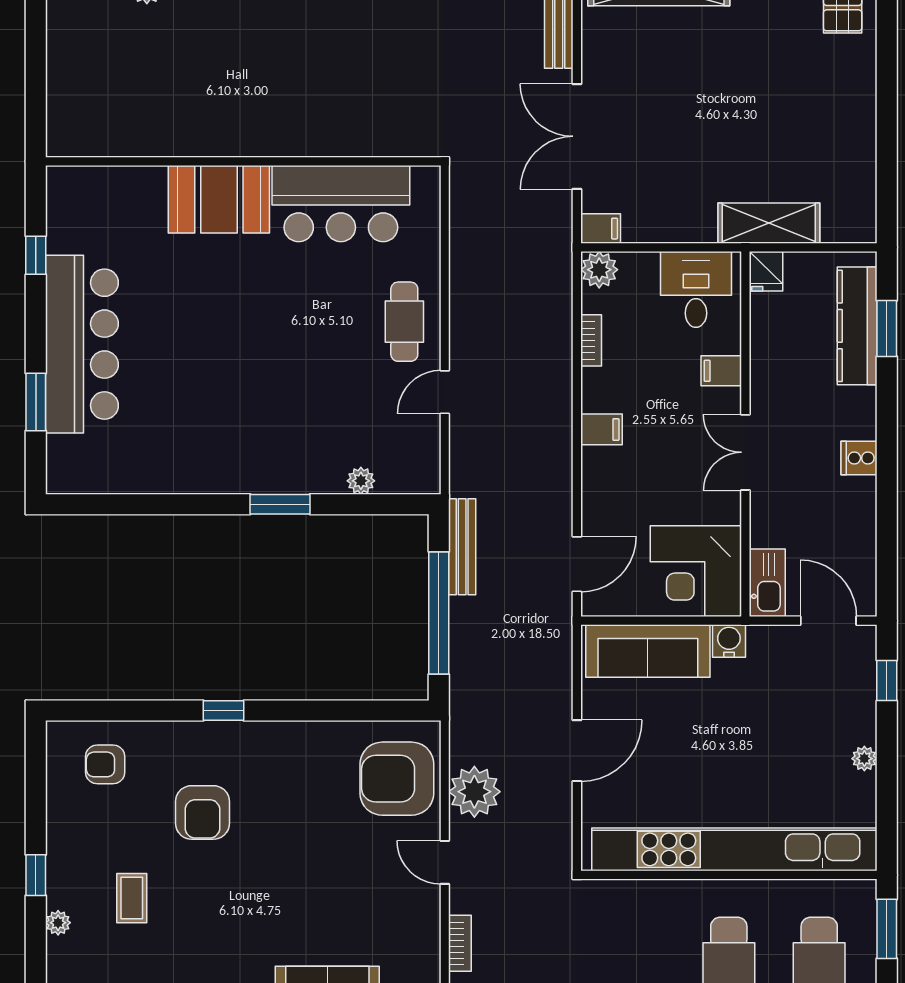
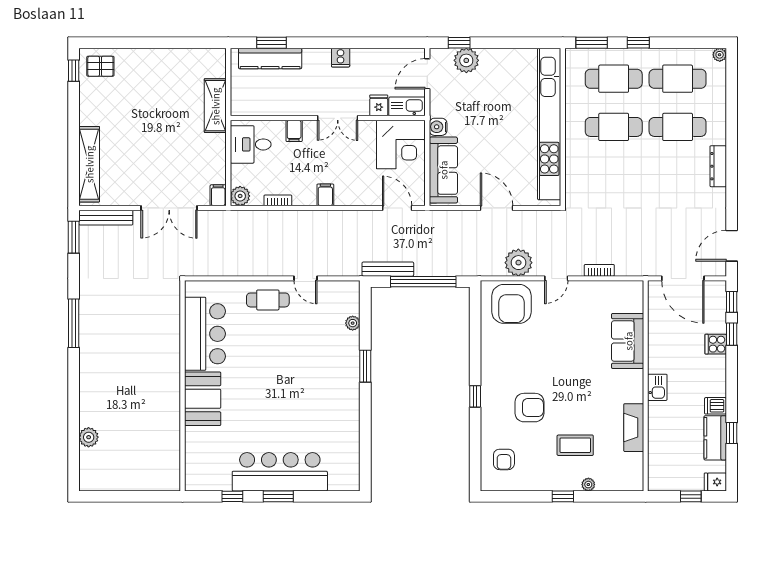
fridge: (766, 271) -> (379, 105), moved, turned -90
window: (36, 402) -> (278, 496), moved
plant: (864, 759) -> (466, 60), moved, width x1.87, depth x1.87
coffee table: (132, 898) -> (575, 445), width x1.36, depth x1.30

